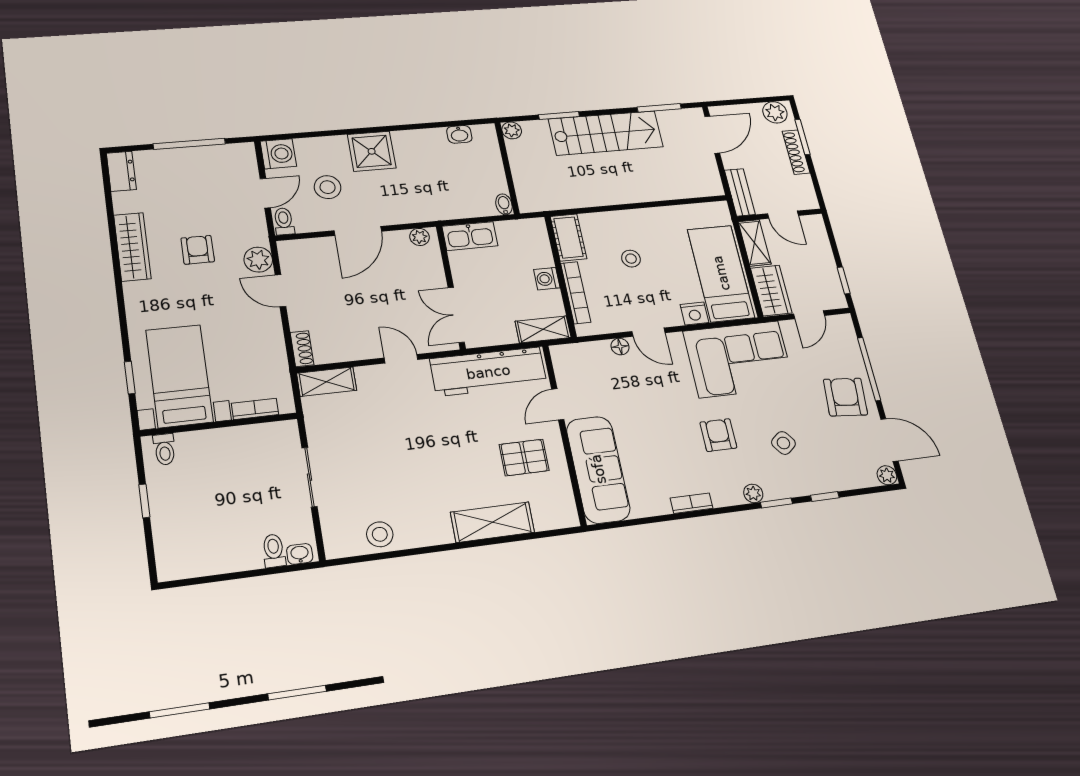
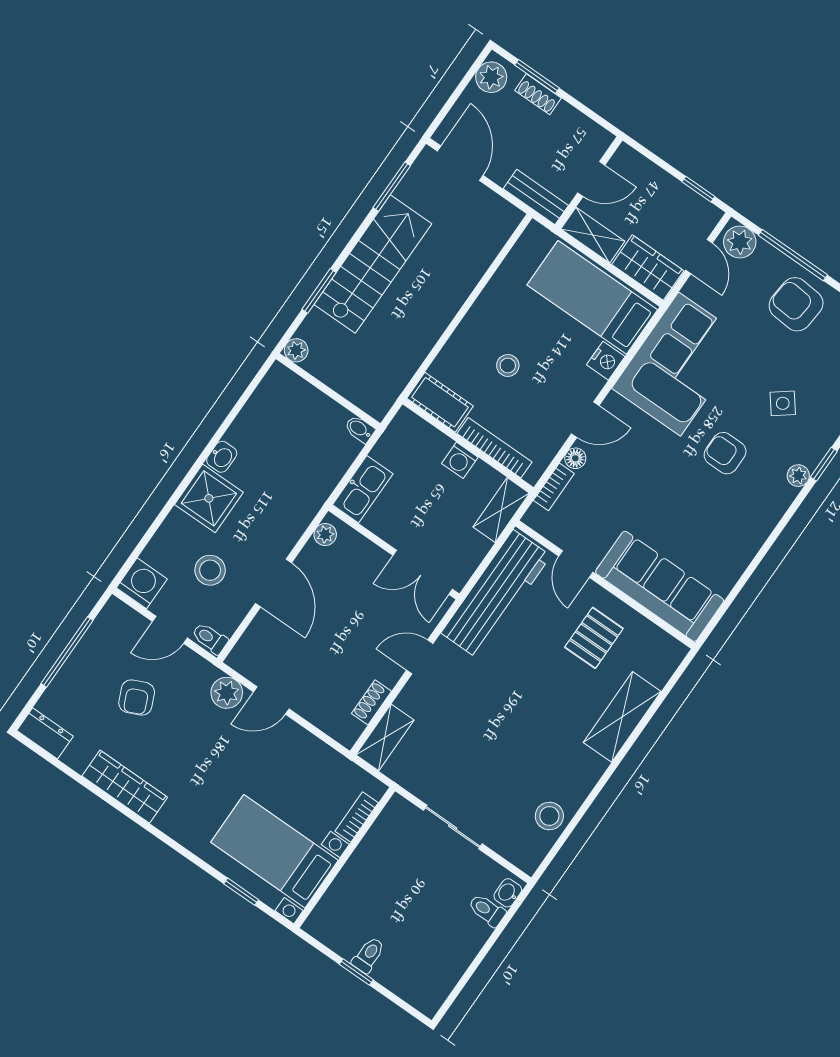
washbasin: (459, 134) -> (222, 457), moved
shoe rack: (796, 152) -> (538, 94), width x0.70
door: (265, 193) -> (170, 630), swing flipped
armchair: (198, 250) -> (137, 698), moved, turned -114
plant: (842, 331) -> (740, 242), added
shoe rack: (302, 349) -> (371, 702), moved, turned -90
toilet: (164, 449) -> (368, 955), moved, turned -90
bookcase: (692, 503) -> (554, 487), moved, turned 180

